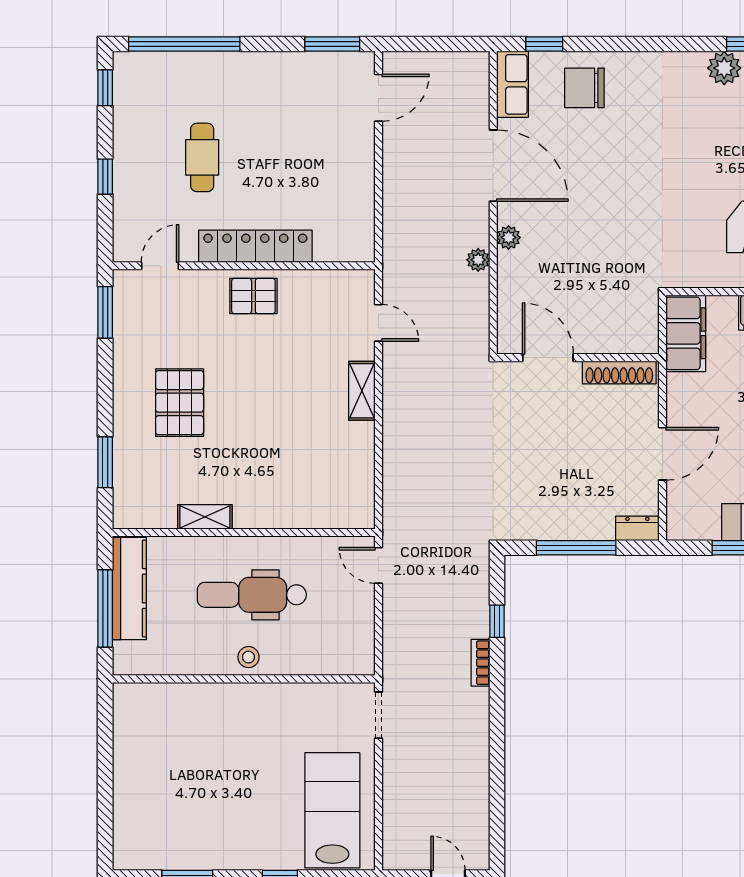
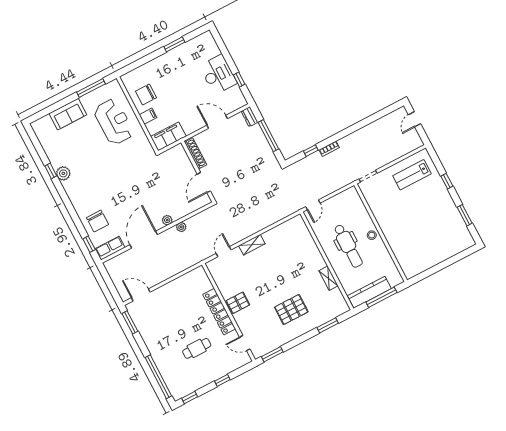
pallet: (253, 296) -> (238, 303), turned 90
lab bench: (332, 810) -> (412, 175), width x0.73, depth x0.72

